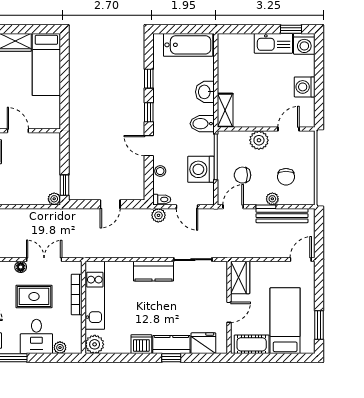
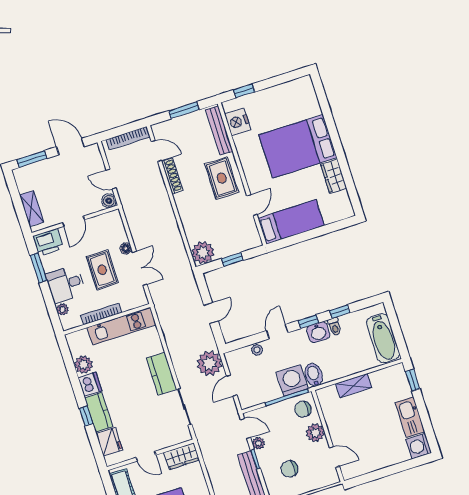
window: (291, 29) -> (413, 380), moved
bed: (46, 64) -> (291, 222), moved, turned 180
washing machine: (305, 87) -> (379, 459), removed
washbasin: (205, 92) -> (318, 332), moved, turned 180
shelving: (225, 110) -> (354, 386), moved
washing machine: (201, 169) -> (292, 380), moved
chair: (242, 175) -> (303, 409), moved, turned -90
window: (65, 185) -> (232, 259), moved
plant: (54, 199) -> (203, 253), width x1.88, depth x1.88
toilet: (162, 199) -> (335, 327), moved
plant: (272, 199) -> (258, 443), moved
door: (110, 204) -> (211, 313), swing flipped
plant: (158, 215) -> (209, 363), width x1.87, depth x1.87
bookcase: (77, 294) -> (101, 314), moved
plant: (95, 344) -> (83, 365), moved

